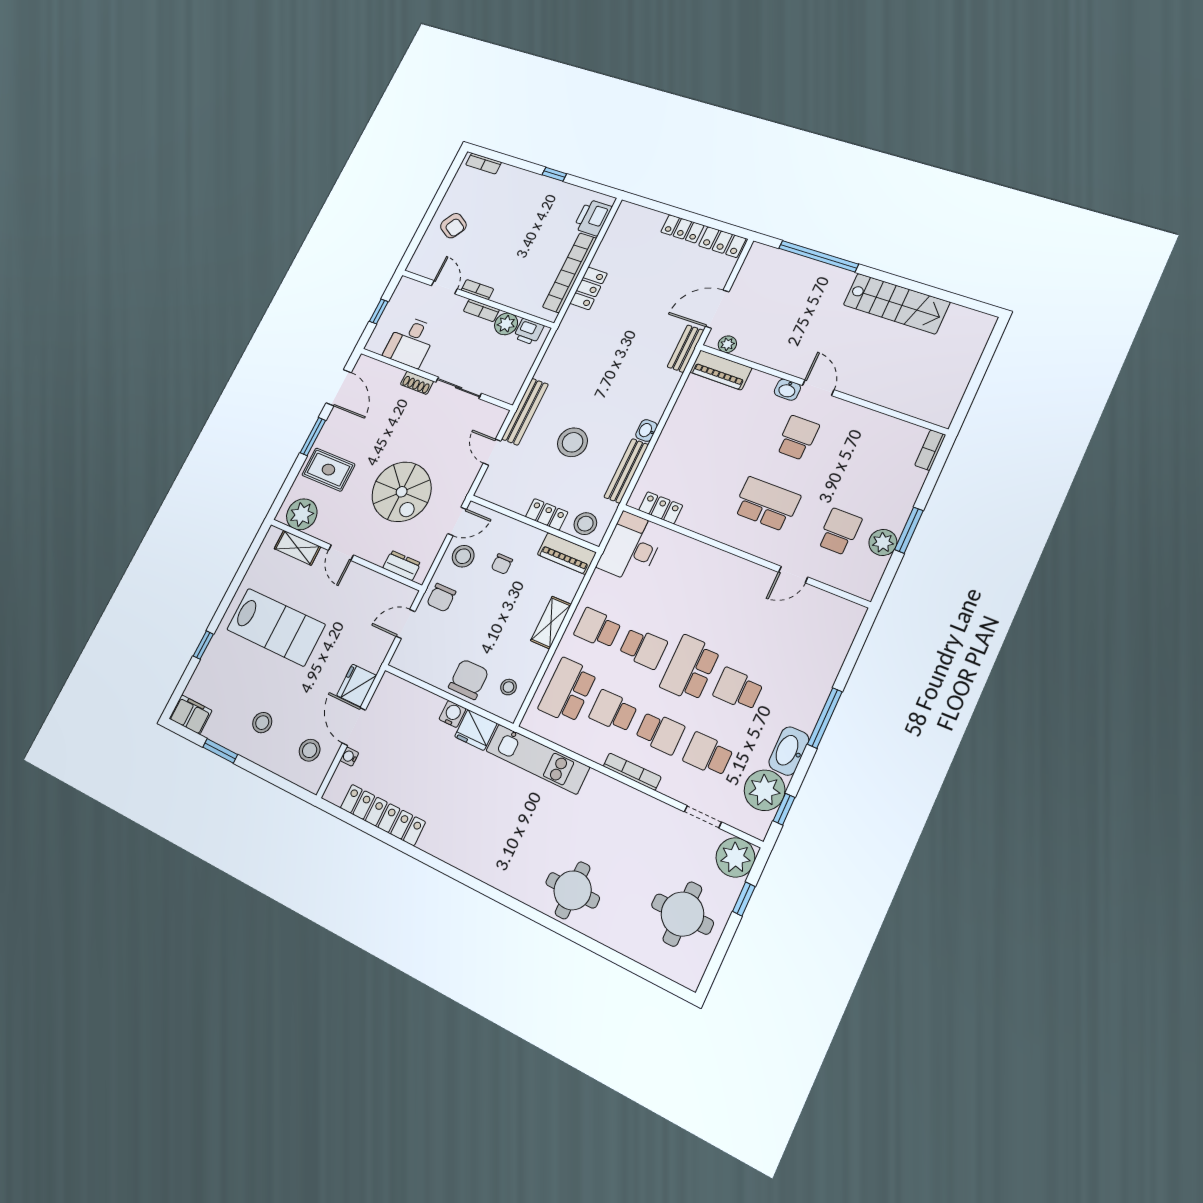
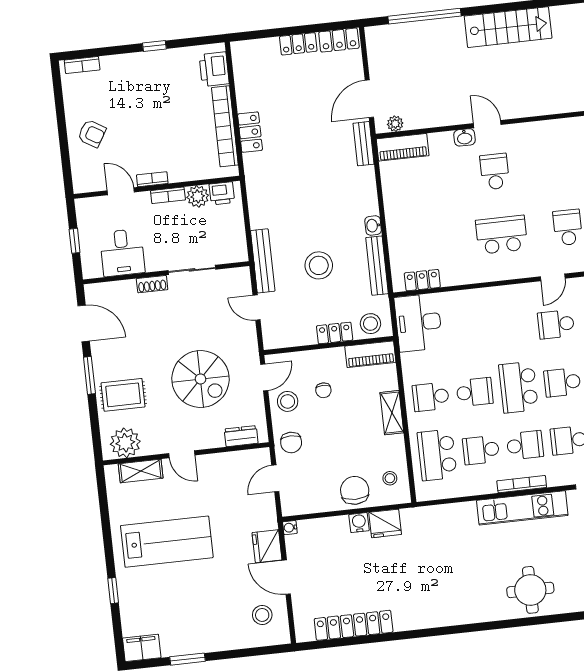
school desk: (768, 625) -> (556, 324), added
stool: (262, 723) -> (208, 618), removed
water cooler: (349, 757) -> (290, 528), moved
kitchen unit: (537, 759) -> (522, 508), moved

